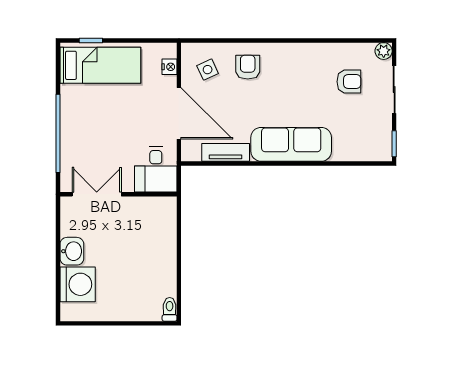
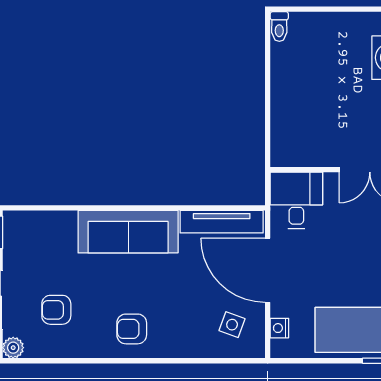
armchair: (248, 67) -> (132, 329), moved, turned 90
side table: (208, 70) -> (232, 325), turned 45
tv unit: (226, 152) -> (222, 222), width x1.41

